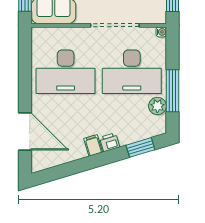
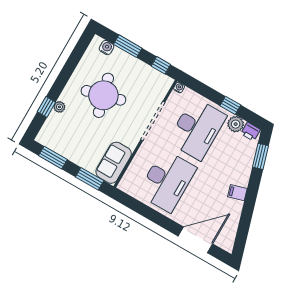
window: (172, 91) -> (230, 105), width x0.46
printer: (110, 142) -> (251, 132), moved, turned -73

